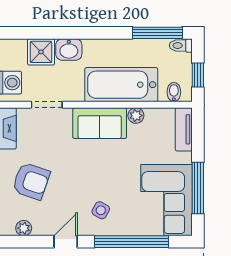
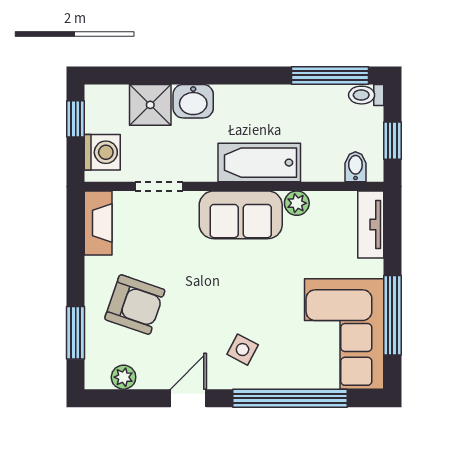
bathtub: (121, 85) -> (259, 163), width x0.73, depth x0.73

